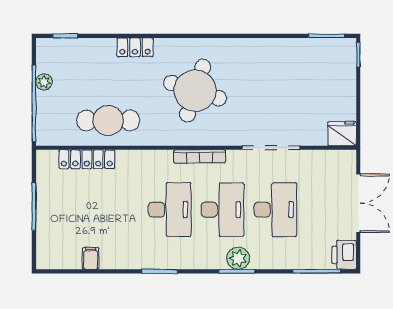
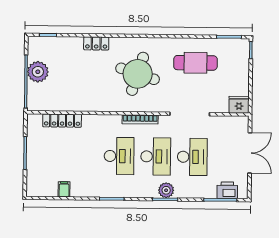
plant: (44, 82) -> (38, 72), width x1.88, depth x1.88
cafe table: (108, 120) -> (195, 63), moved
printer: (344, 255) -> (227, 190), moved, turned 90

